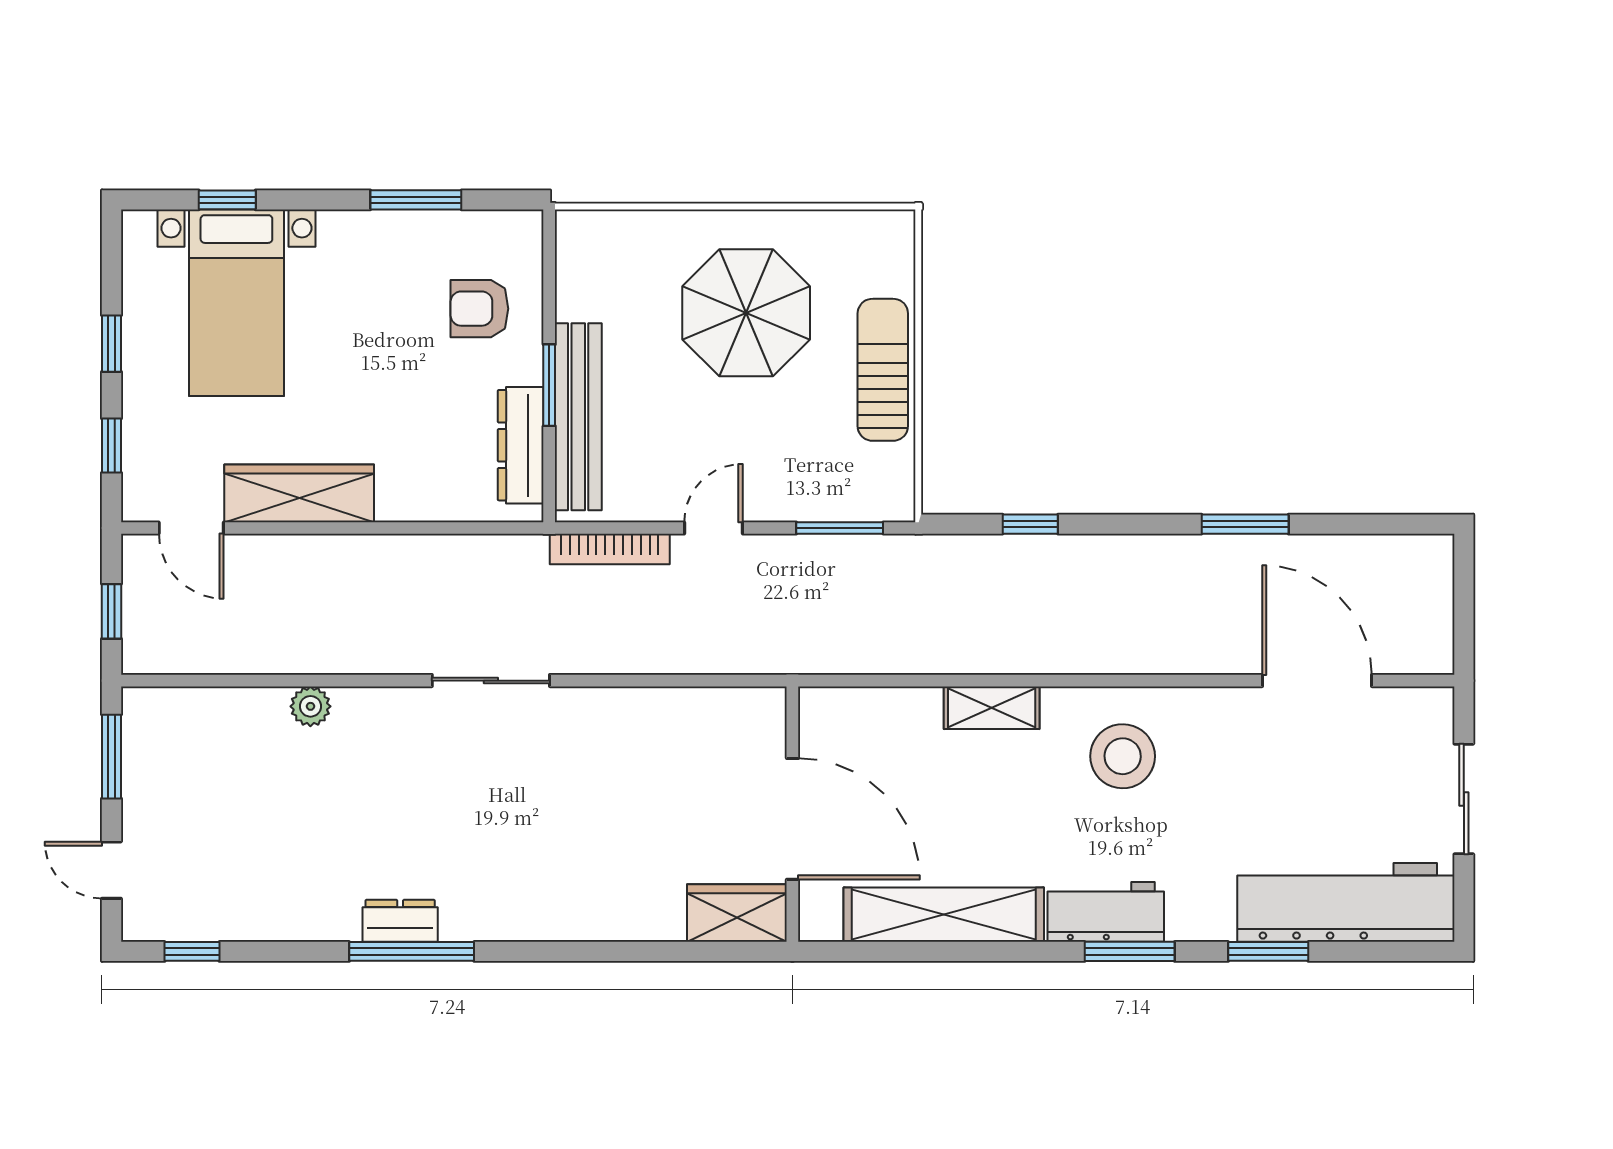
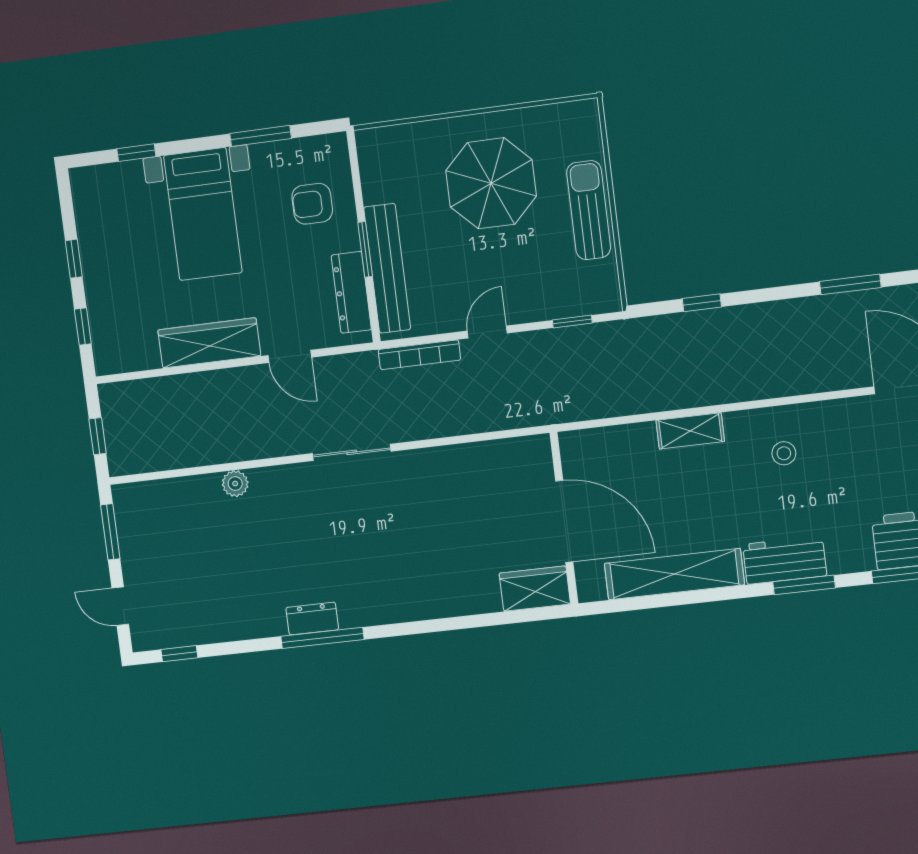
bed with nightstands: (236, 303) -> (203, 214), moved
door: (191, 528) -> (290, 356), moved
window: (840, 528) -> (572, 321), width x0.67
stool: (1123, 756) -> (784, 453), width x0.53, depth x0.53

